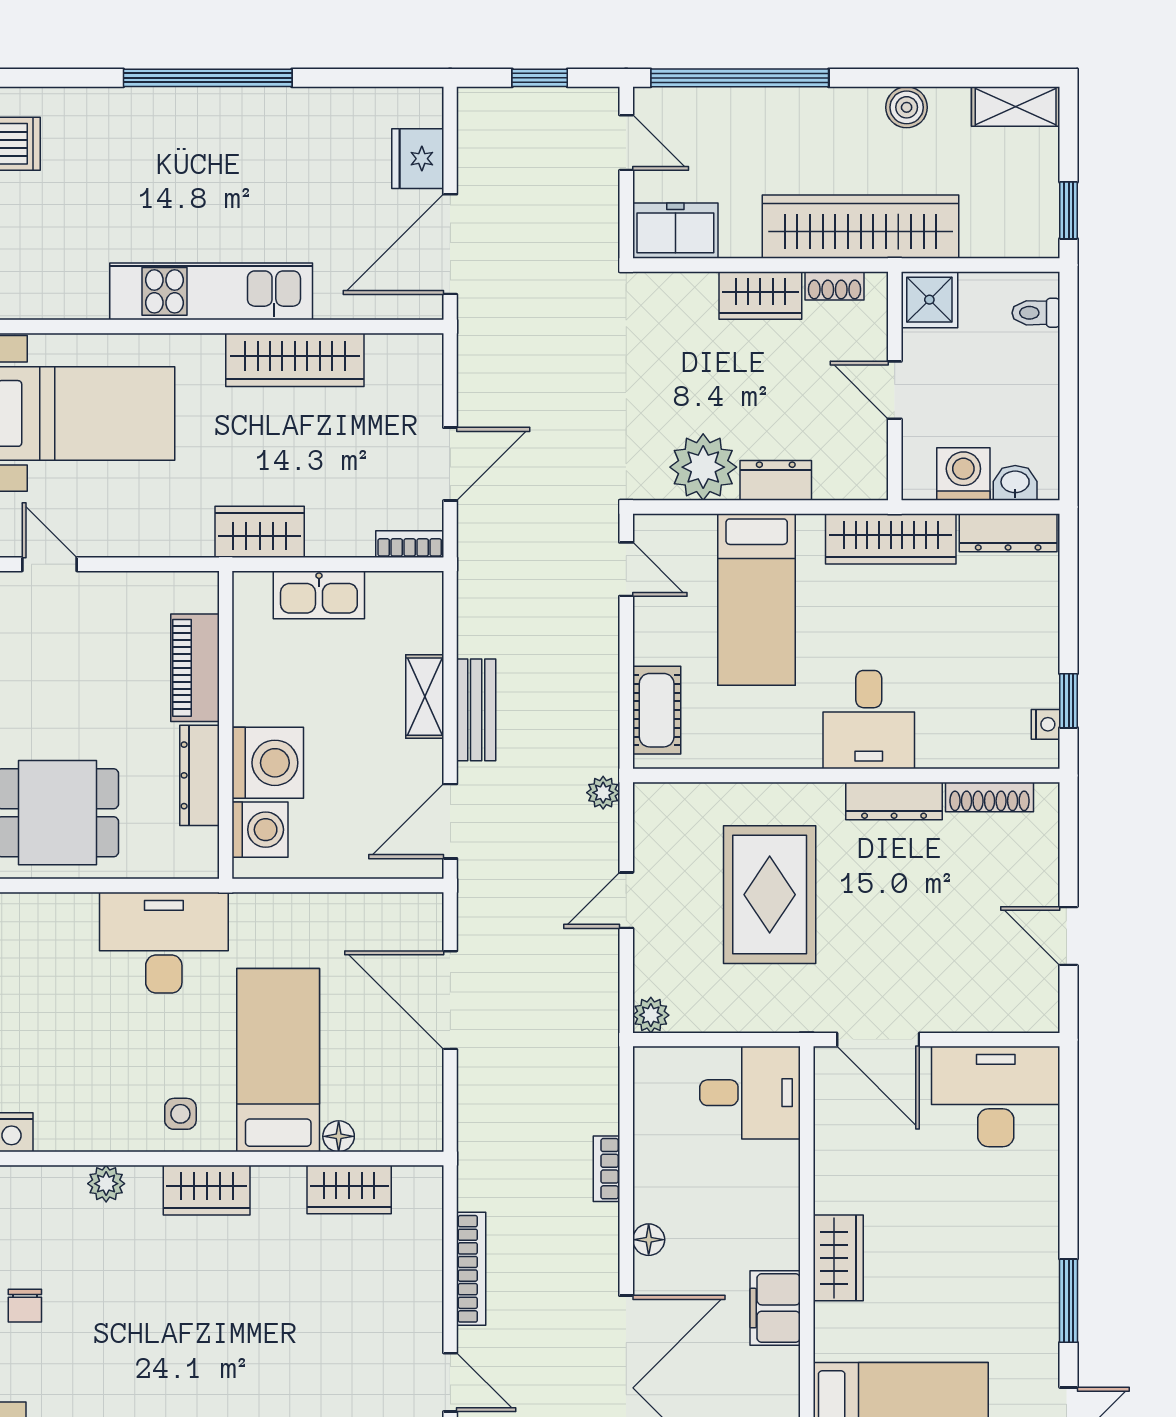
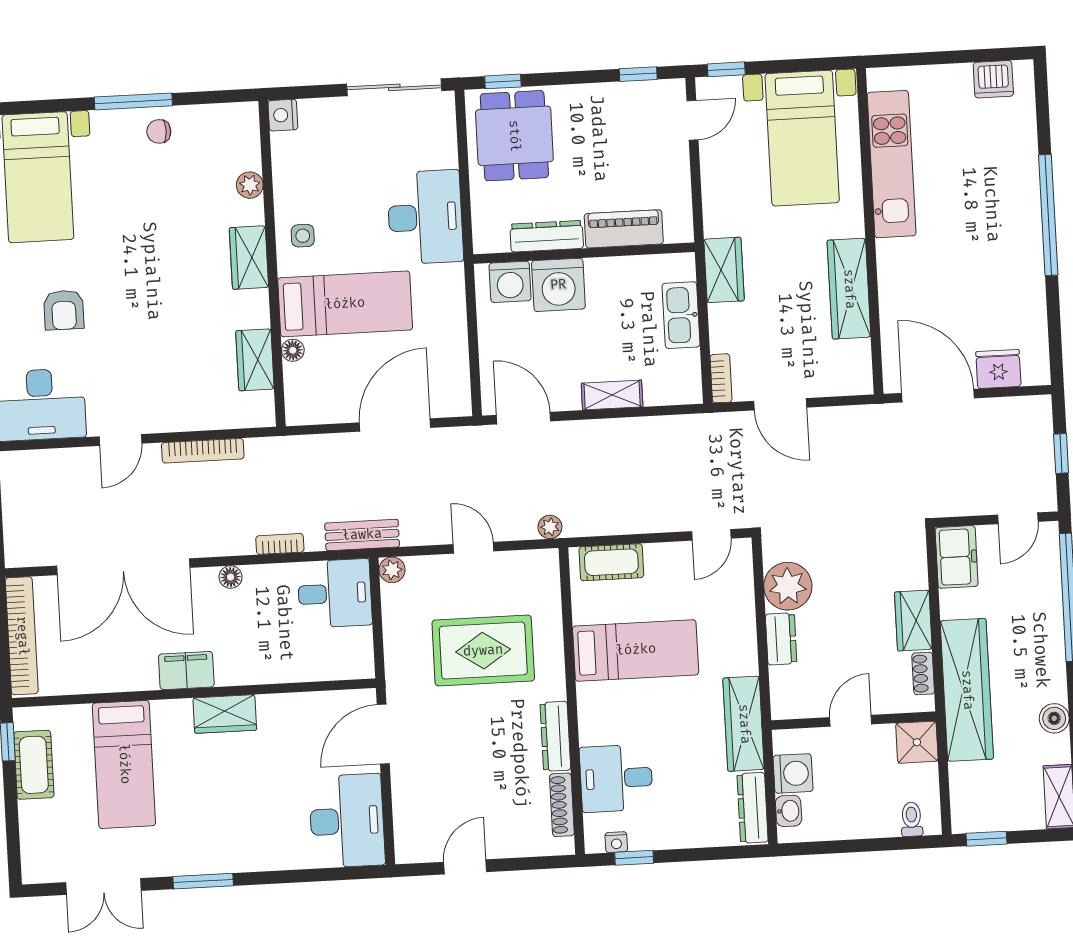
kitchen unit: (211, 291) -> (892, 164), moved
bed: (757, 599) -> (636, 650), moved, turned 180
bench: (476, 710) -> (362, 535), moved
desk: (869, 720) -> (616, 778), moved
desk: (750, 1093) -> (335, 593), moved, turned -90

